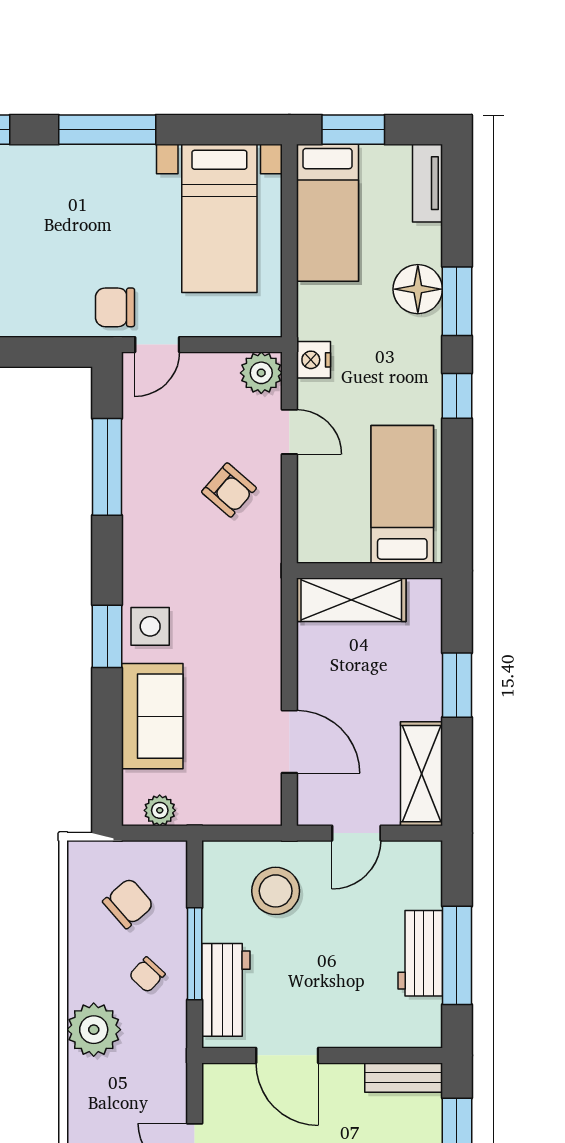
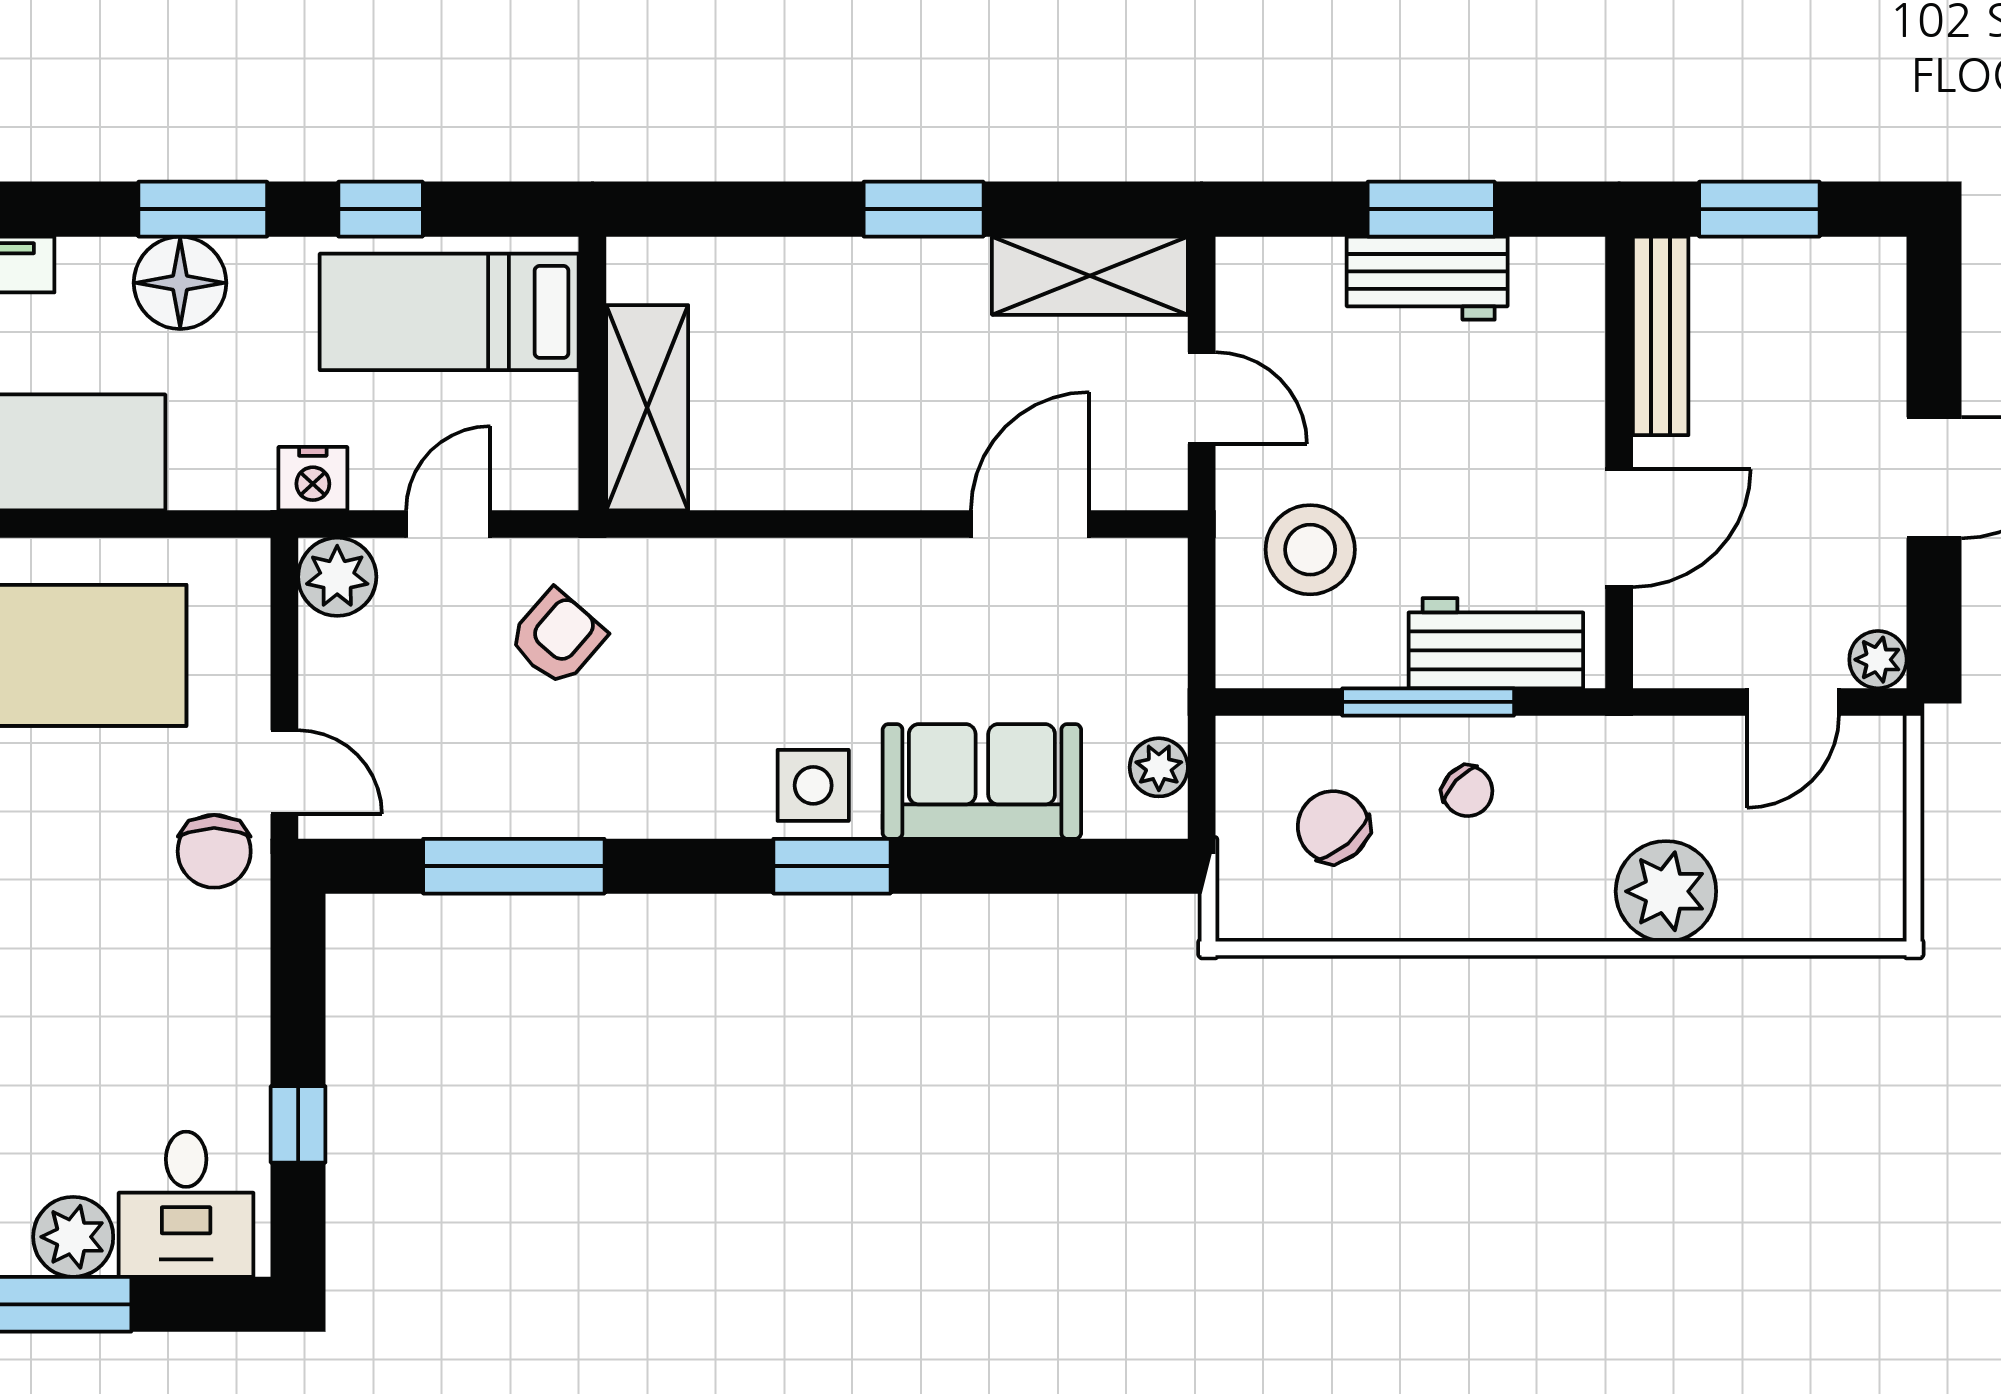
bed: (402, 494) -> (449, 312), moved
wall: (370, 571) -> (592, 373), moved
shelving: (351, 600) -> (647, 408), moved
window: (457, 955) -> (1431, 209), width x0.69
plant: (94, 1030) -> (1666, 891), moved
bench: (404, 1078) -> (1661, 336), width x1.36

